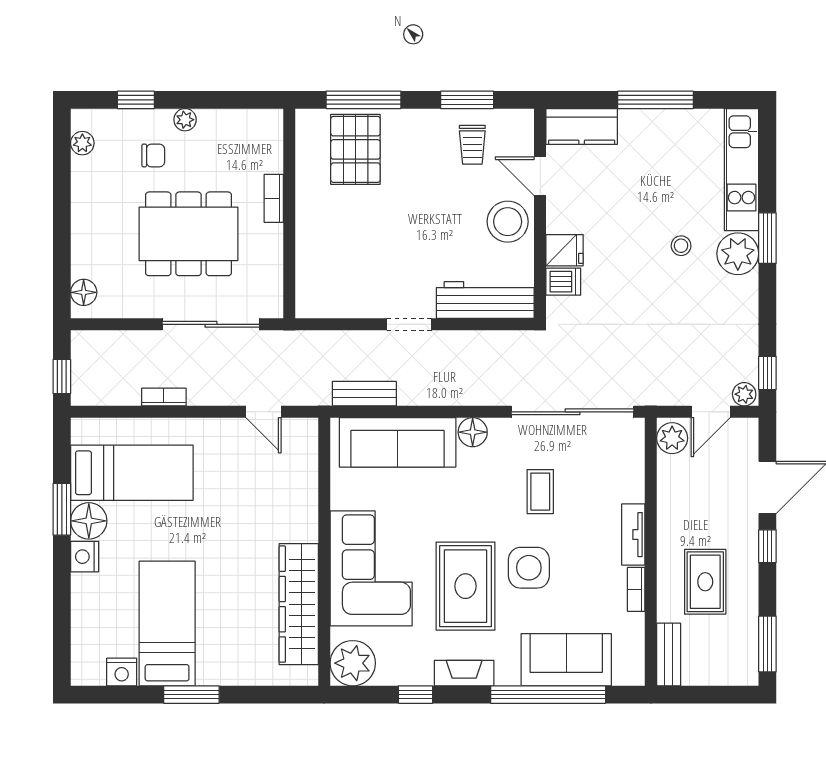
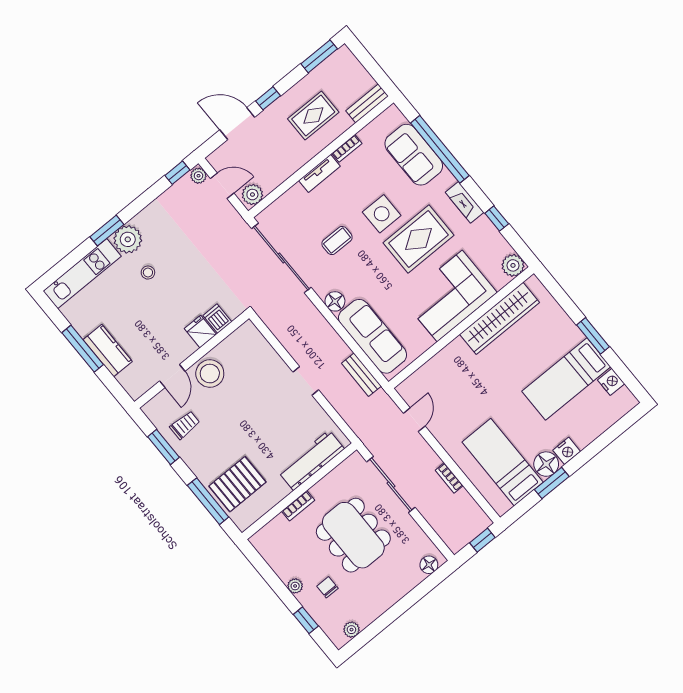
kitchen counter: (582, 126) -> (108, 351), moved
workbench: (485, 300) -> (311, 460), moved, turned 90
plant: (353, 663) -> (513, 265), width x0.73, depth x0.73

